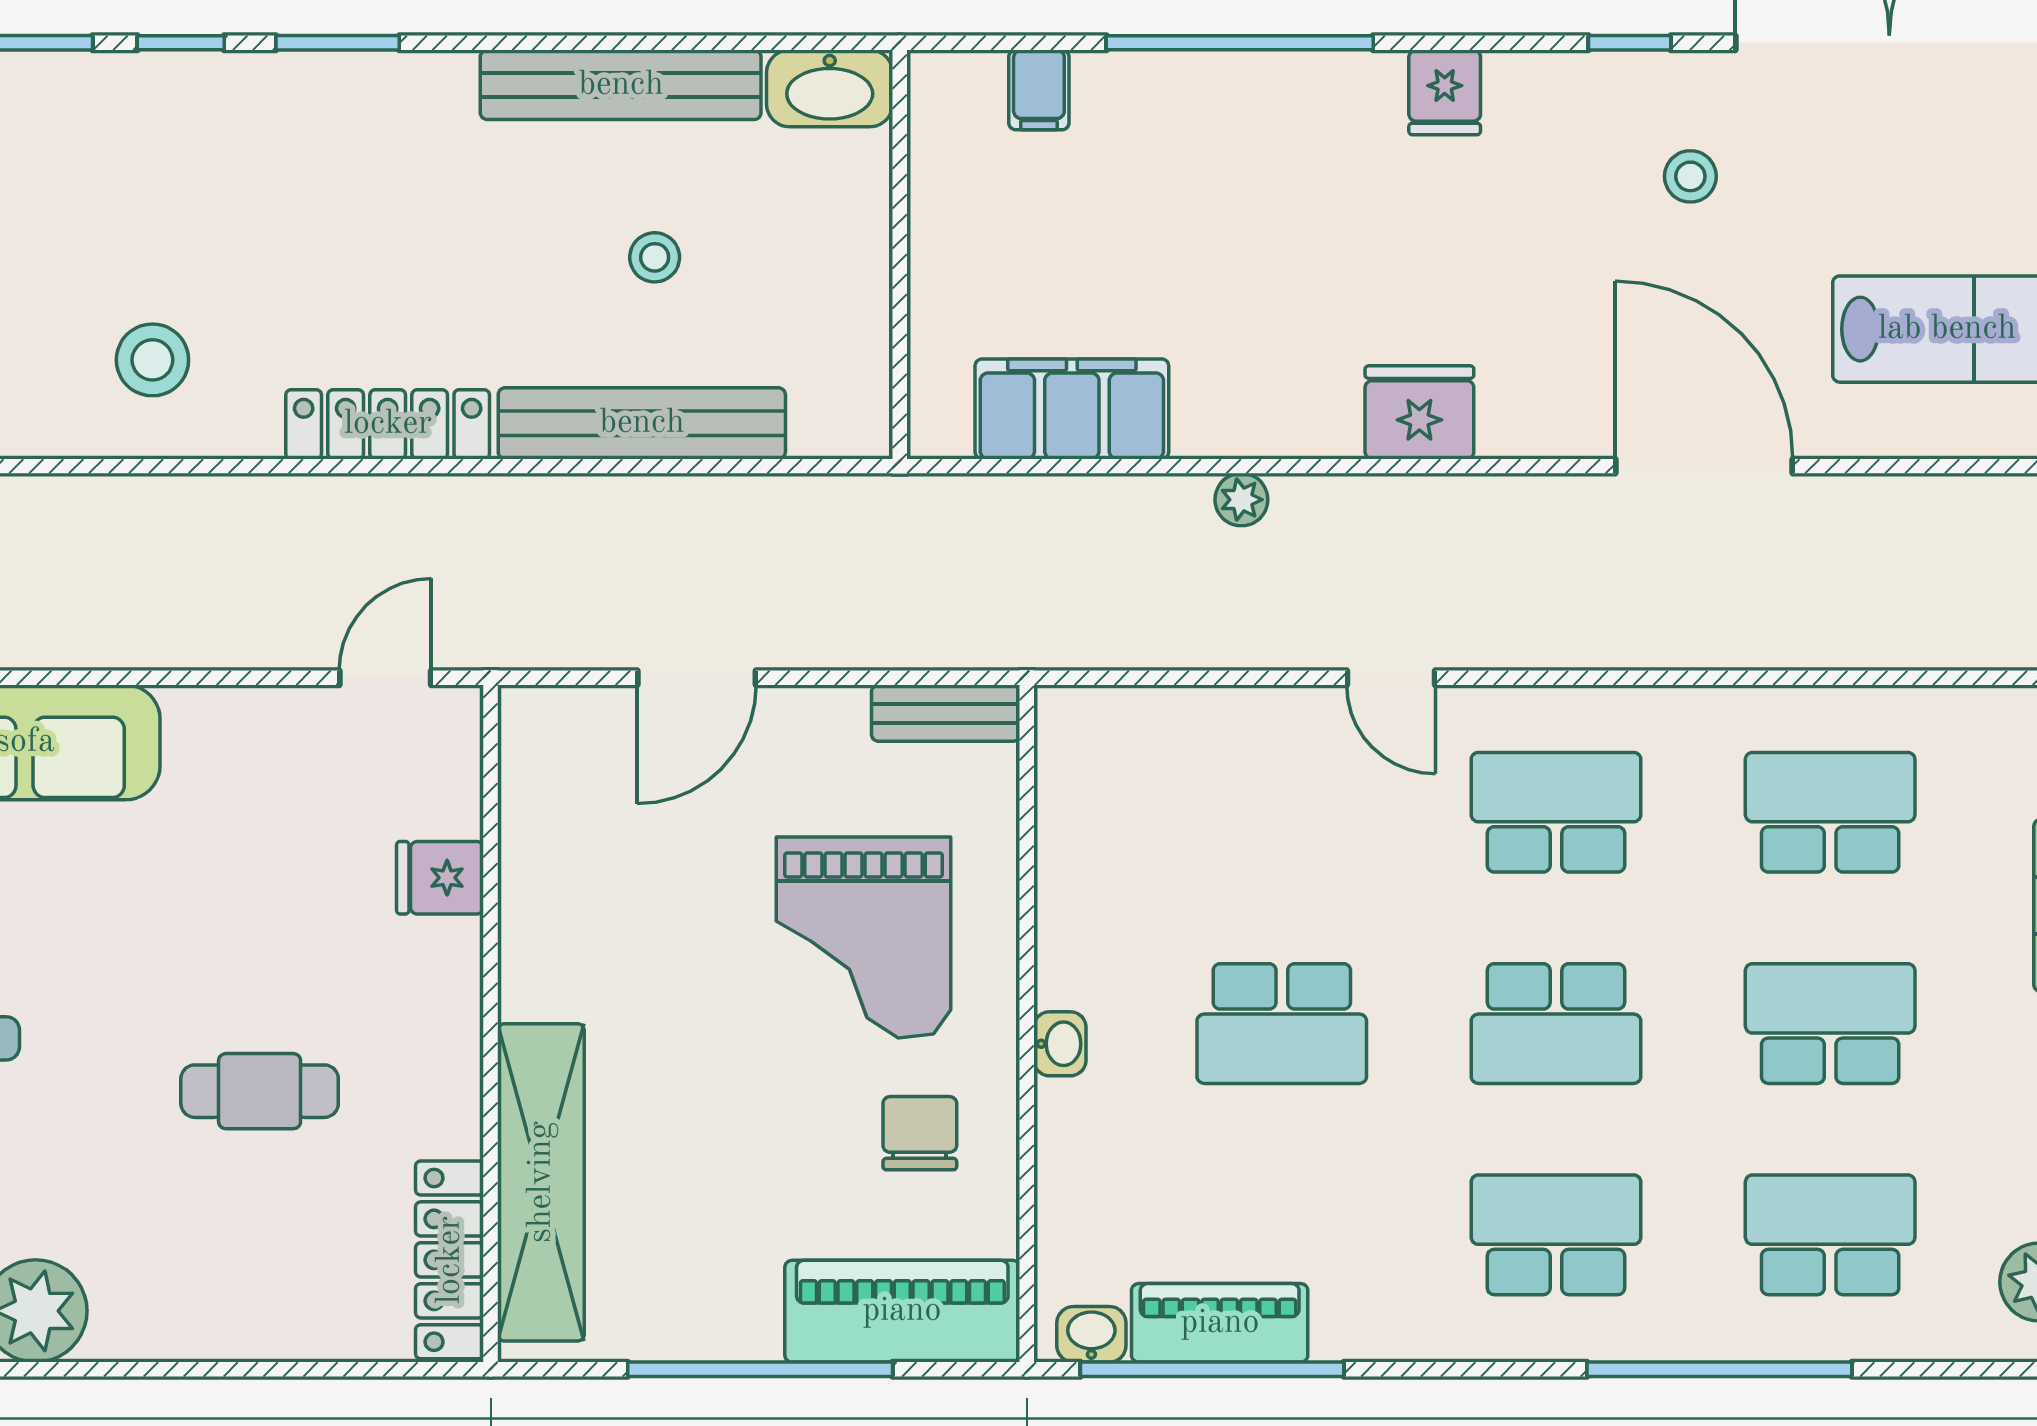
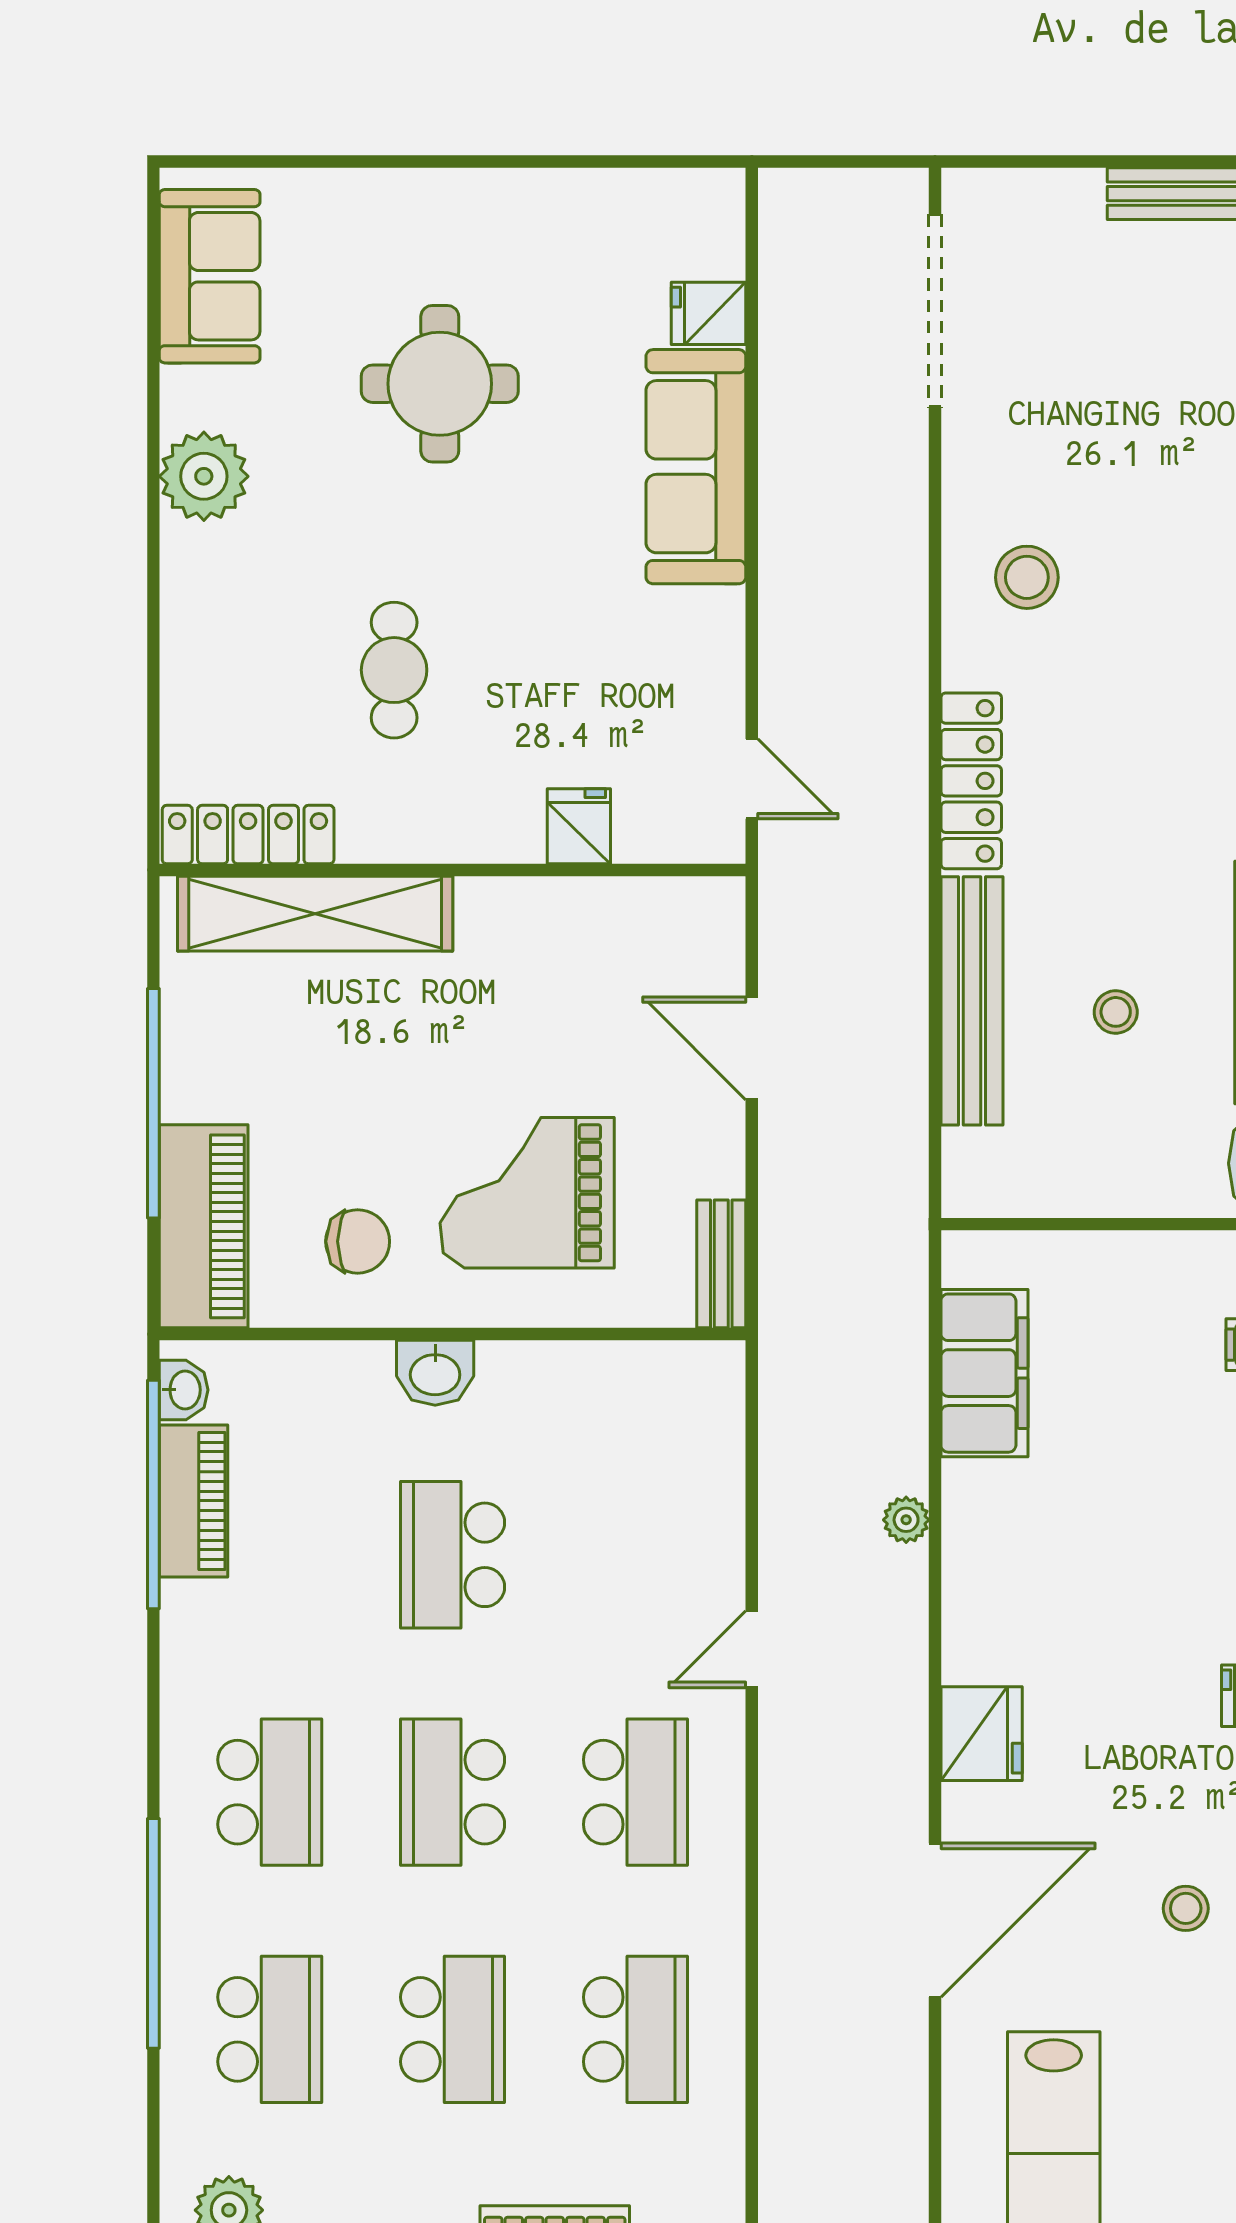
fridge: (1419, 412) -> (982, 1734), moved
washbasin: (1060, 1044) -> (435, 1373), width x1.38, depth x1.45

